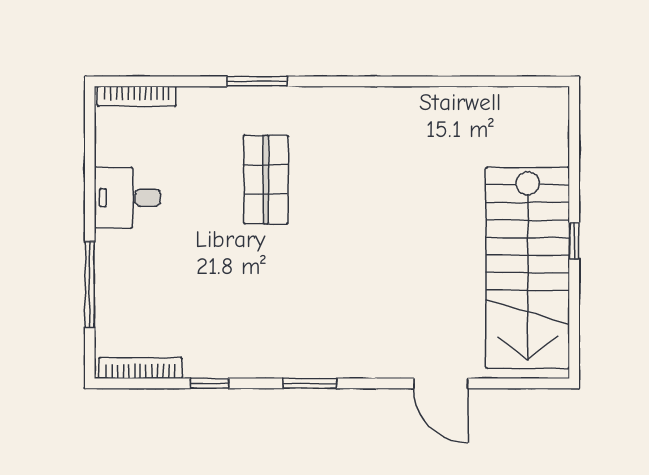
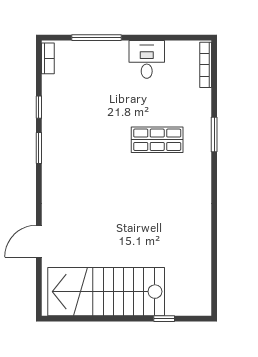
window: (574, 241) -> (164, 319), moved
bookcase: (141, 368) -> (48, 58), width x0.64
window: (310, 383) -> (39, 148), moved

